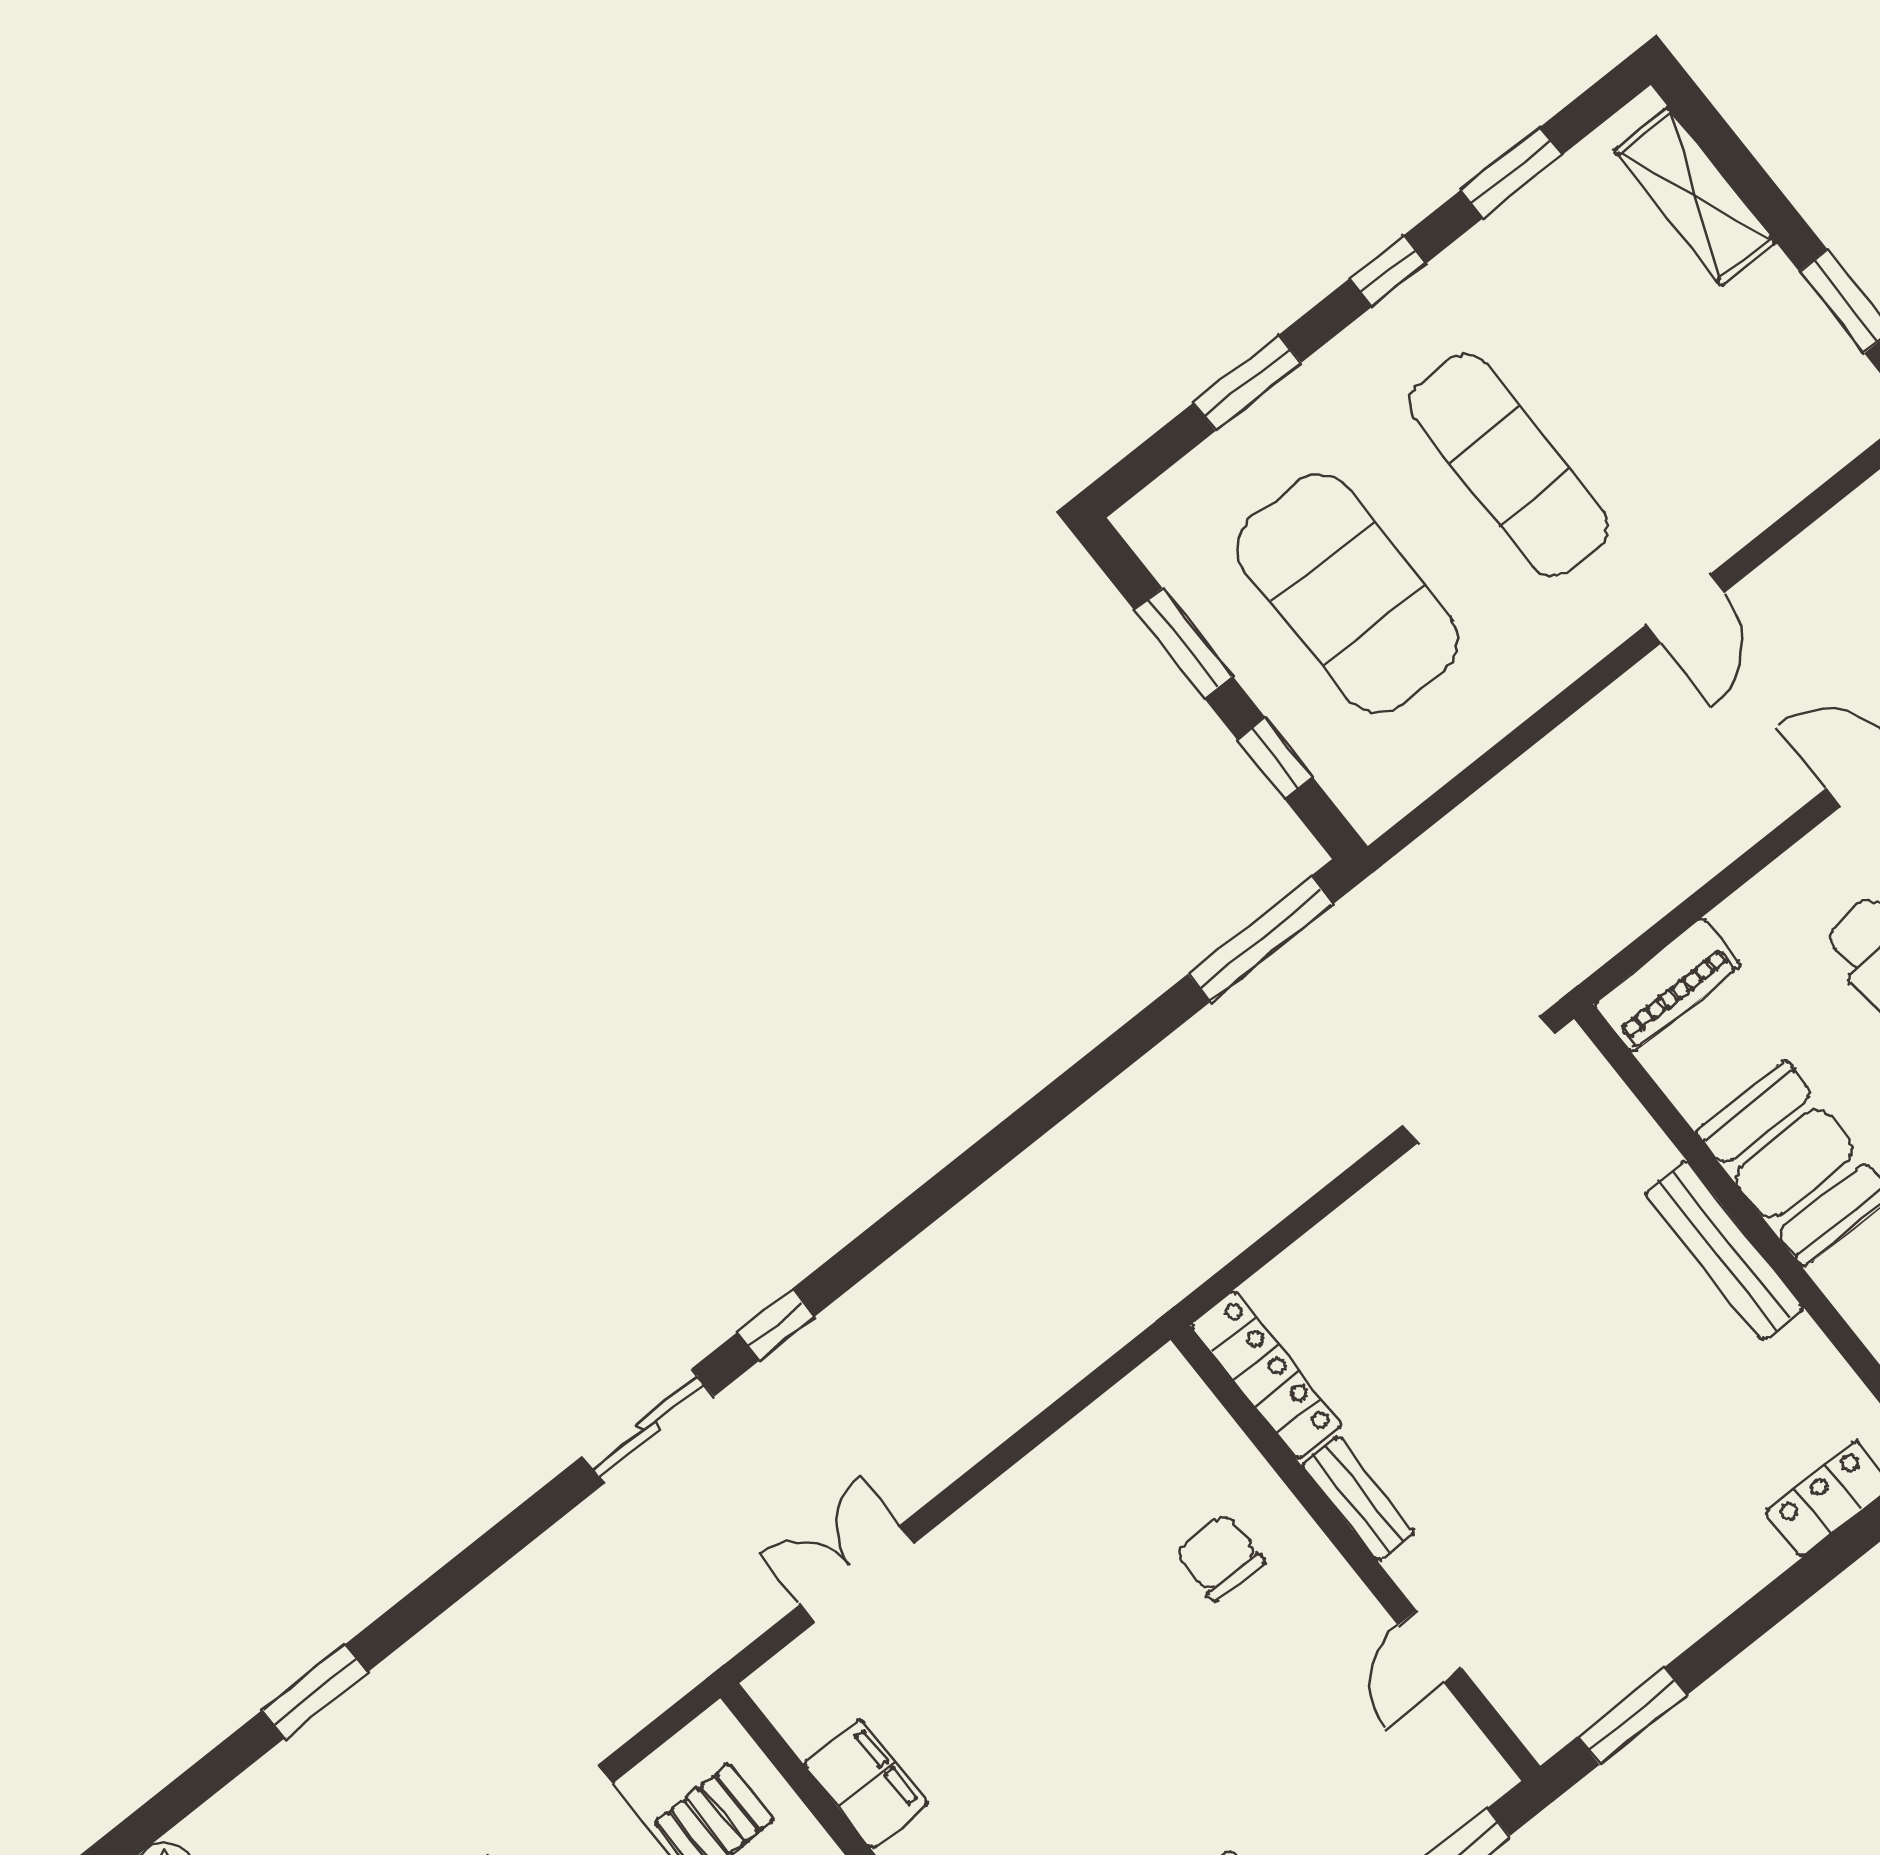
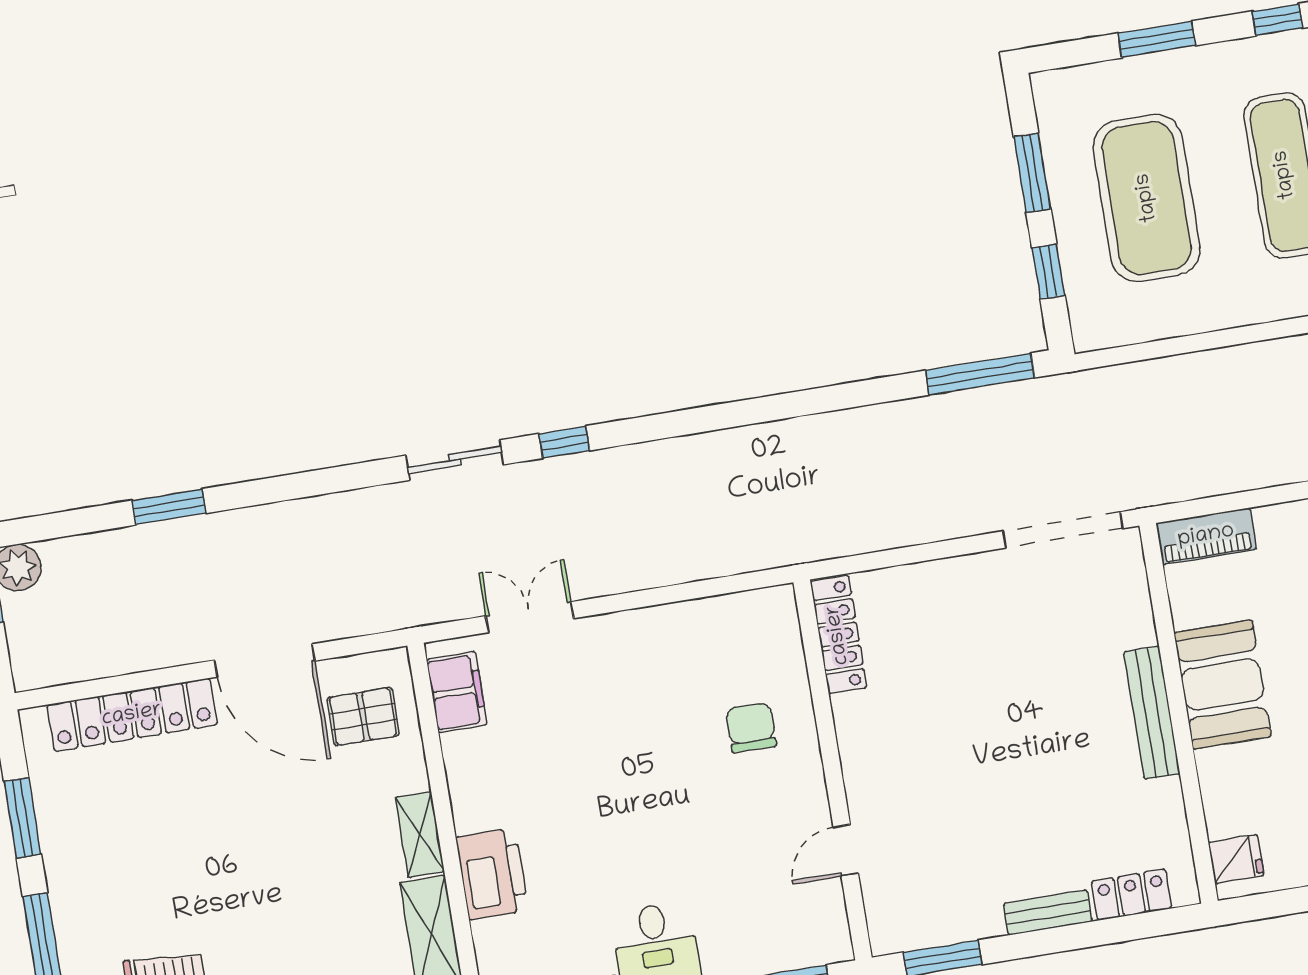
bench: (1358, 1498) -> (1048, 912), moved, turned 90
filing cabinet: (866, 1784) -> (457, 692), moved

